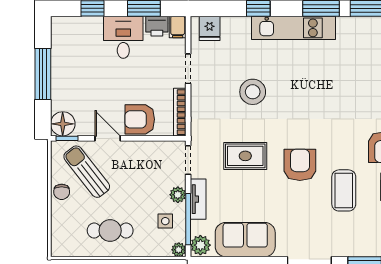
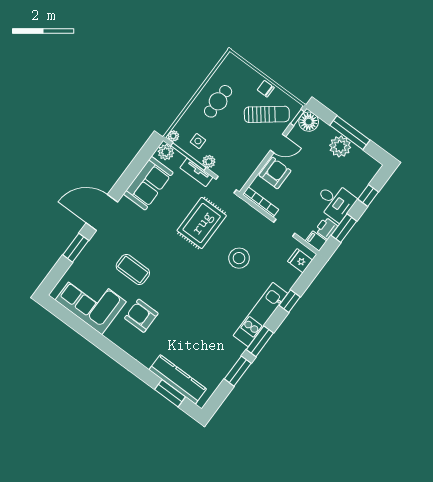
plant: (64, 73) -> (340, 146), added
rug: (245, 156) -> (202, 223), width x1.36, depth x1.43
armchair: (300, 165) -> (170, 254), removed

